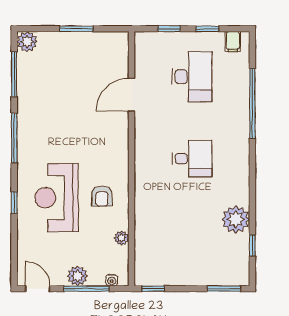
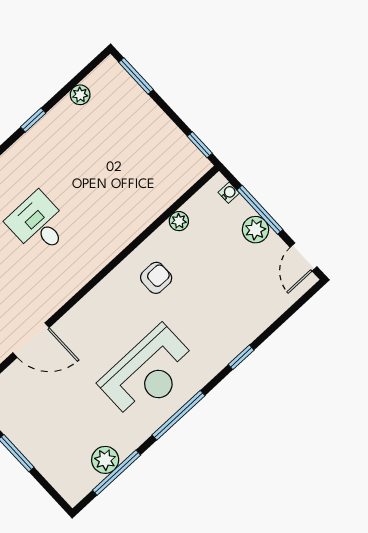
plant: (27, 42) -> (105, 460), moved
reception desk: (57, 198) -> (148, 373), moved
plant: (236, 219) -> (80, 95), moved, width x0.53, depth x0.53
window: (252, 245) -> (33, 120), moved

